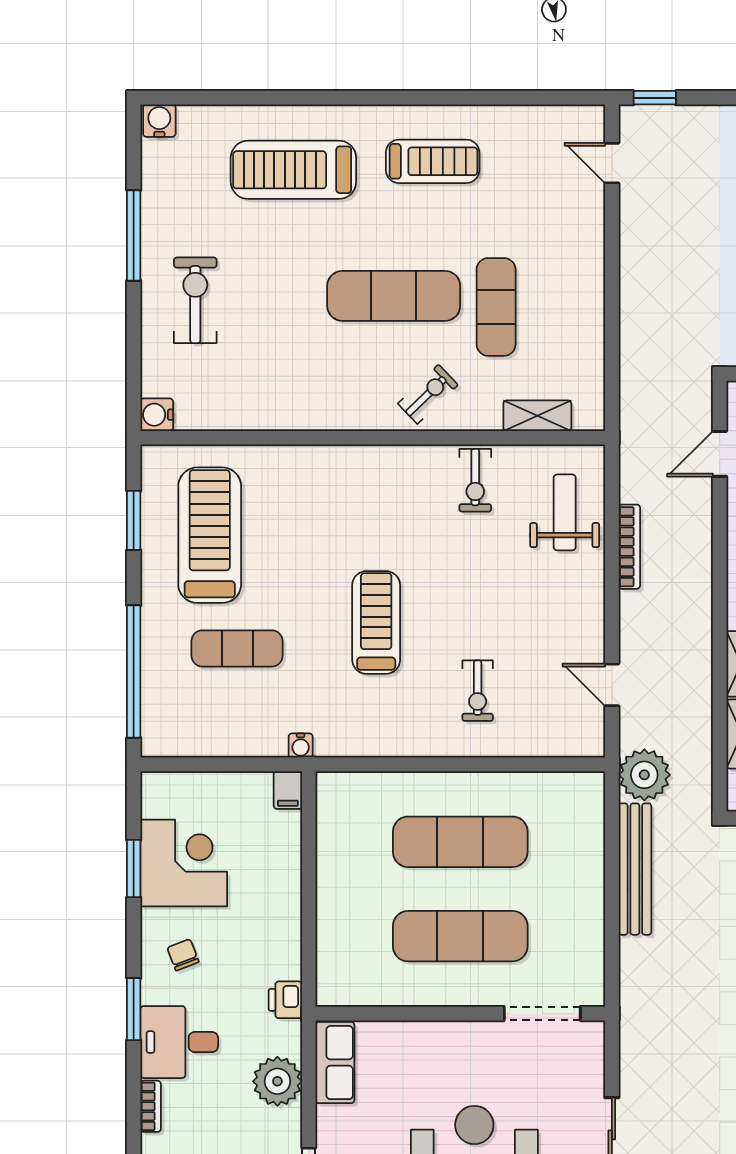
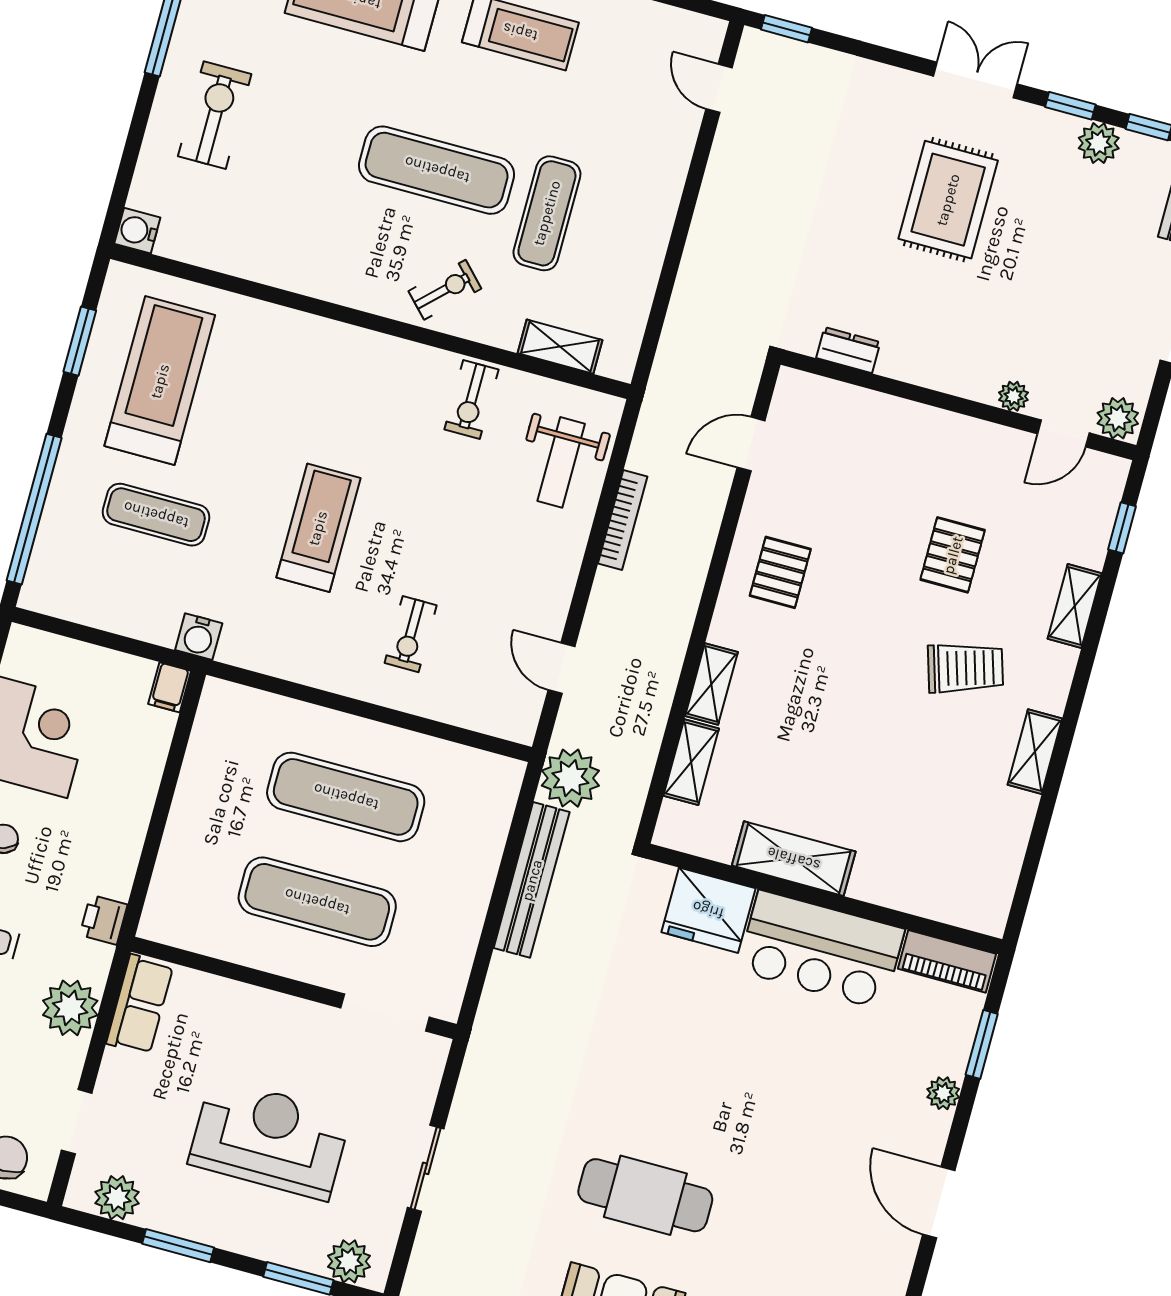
weight bench: (565, 512) -> (561, 462), turned 180
water cooler: (301, 746) -> (199, 637), width x1.38, depth x1.38

